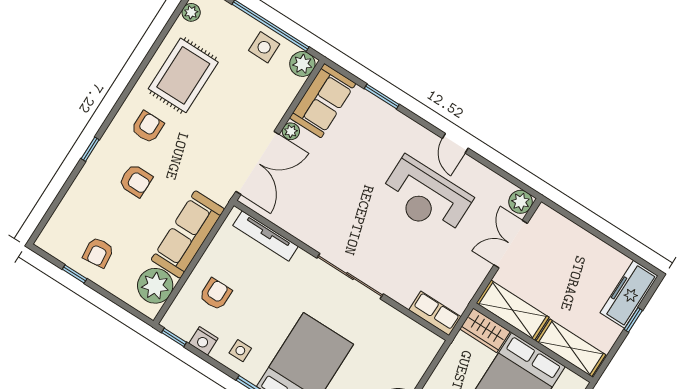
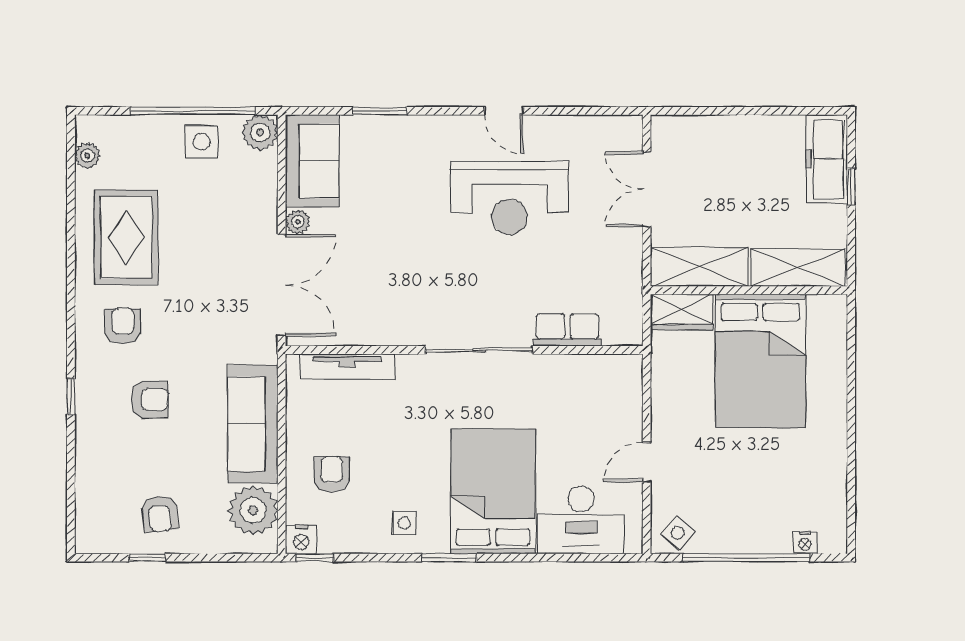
plant: (521, 202) -> (626, 131), removed
row of seats: (435, 313) -> (567, 330), moved
nightstand: (203, 341) -> (301, 539), moved

